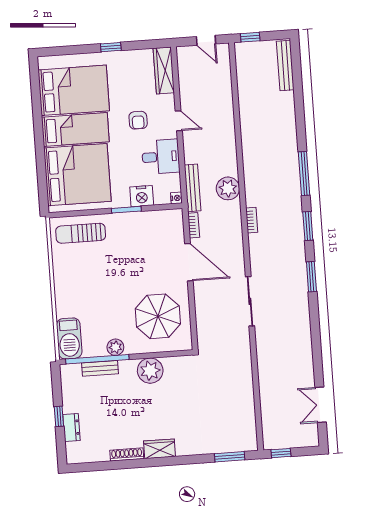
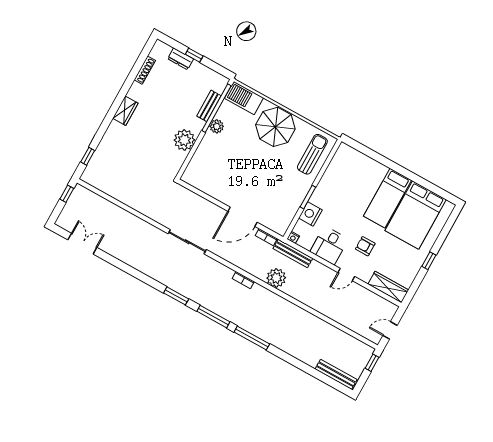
bed: (77, 175) -> (355, 179), removed
window: (308, 226) -> (213, 317), width x1.44
parasol: (158, 316) -> (275, 127), moved
shoe rack: (127, 454) -> (145, 70), moved
window: (230, 457) -> (88, 156), width x0.67

